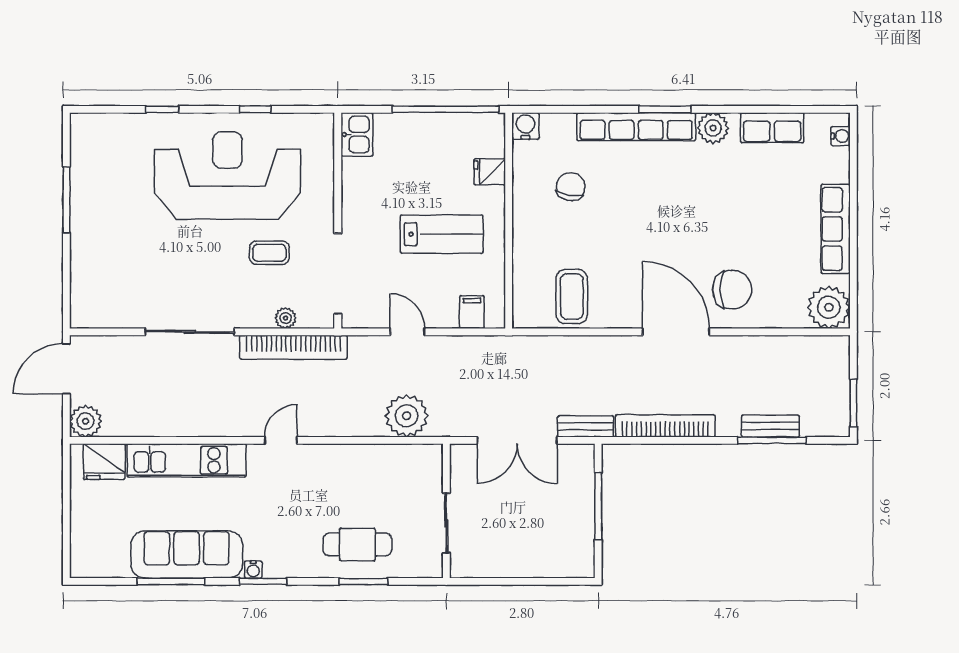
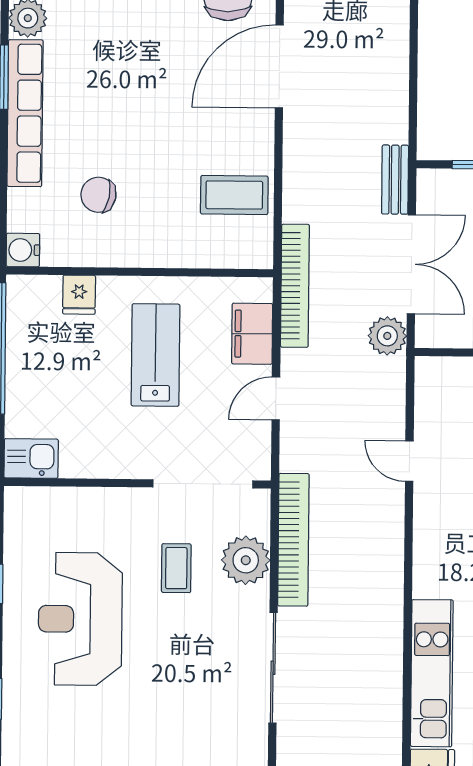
reception desk: (227, 175) -> (80, 619), width x0.74, depth x0.77
filing cabinet: (472, 312) -> (252, 334), width x2.00
plant: (286, 318) -> (246, 560), width x1.87, depth x1.87
plant: (407, 416) -> (387, 336), moved, width x0.73, depth x0.73
bookcase: (665, 426) -> (295, 286), moved, turned 180
door: (281, 440) -> (409, 461), moved

